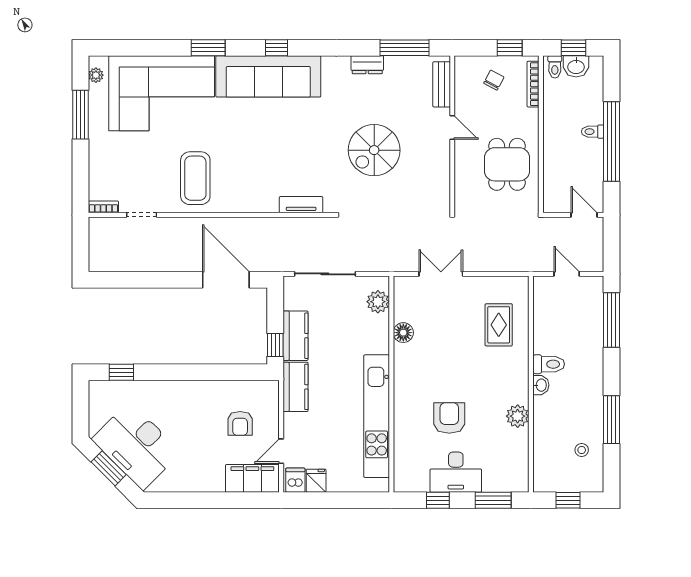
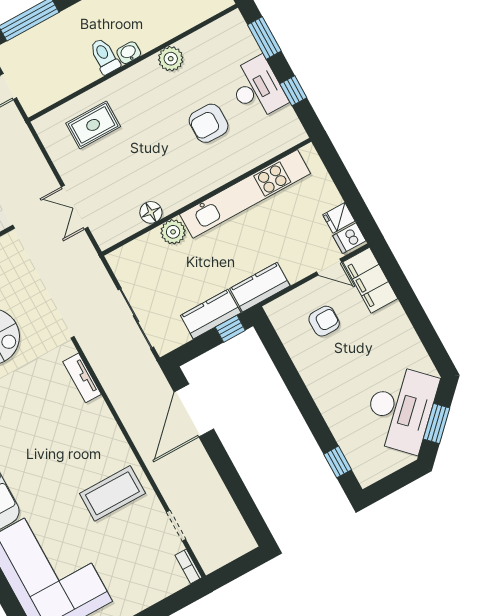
plant: (378, 302) -> (173, 232), moved

